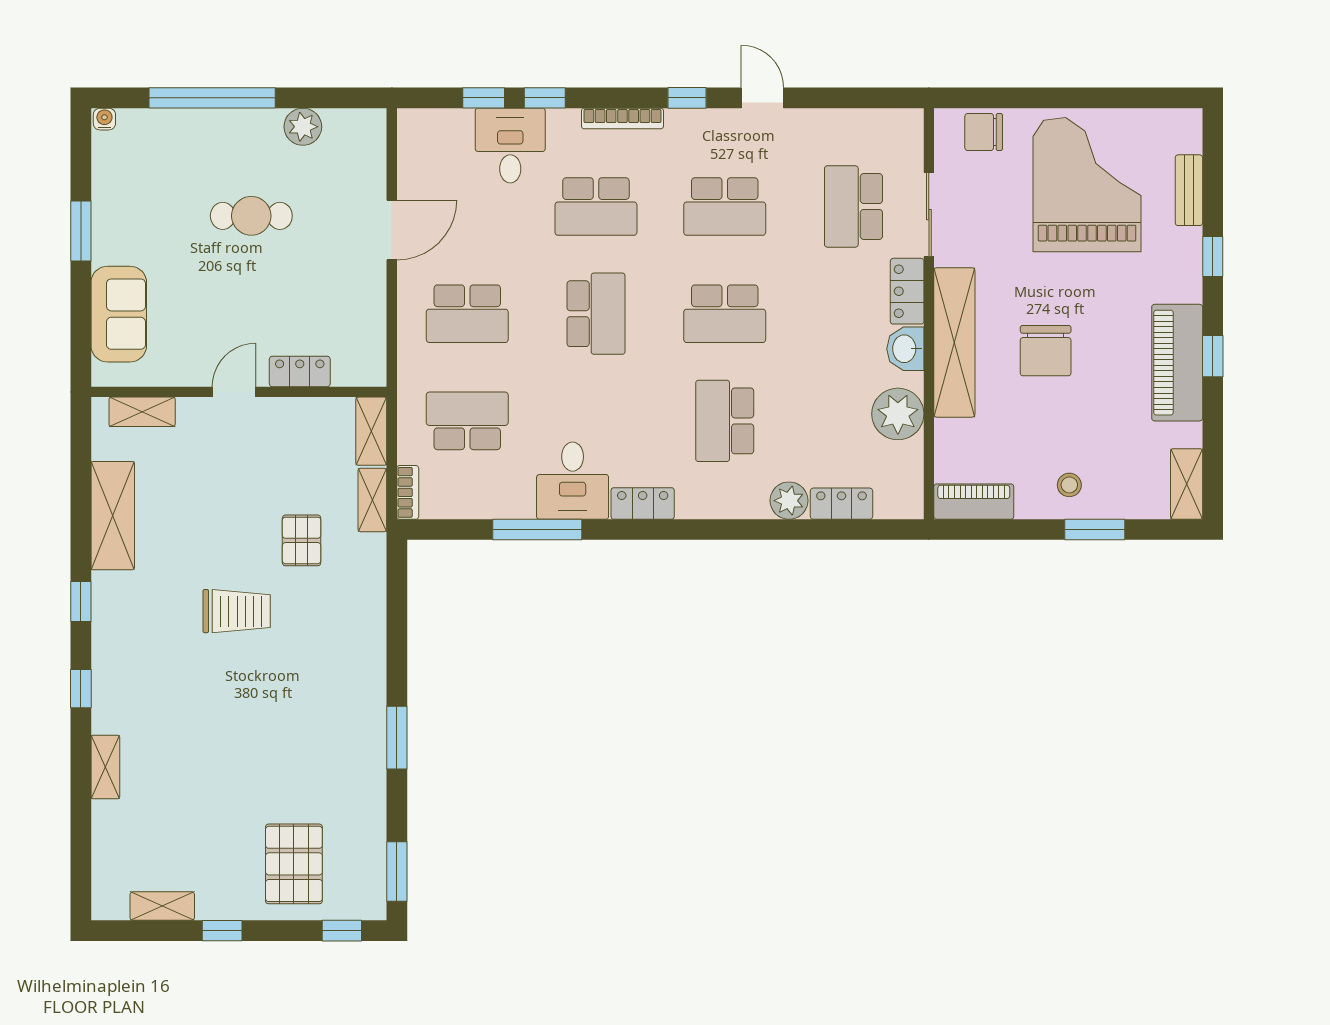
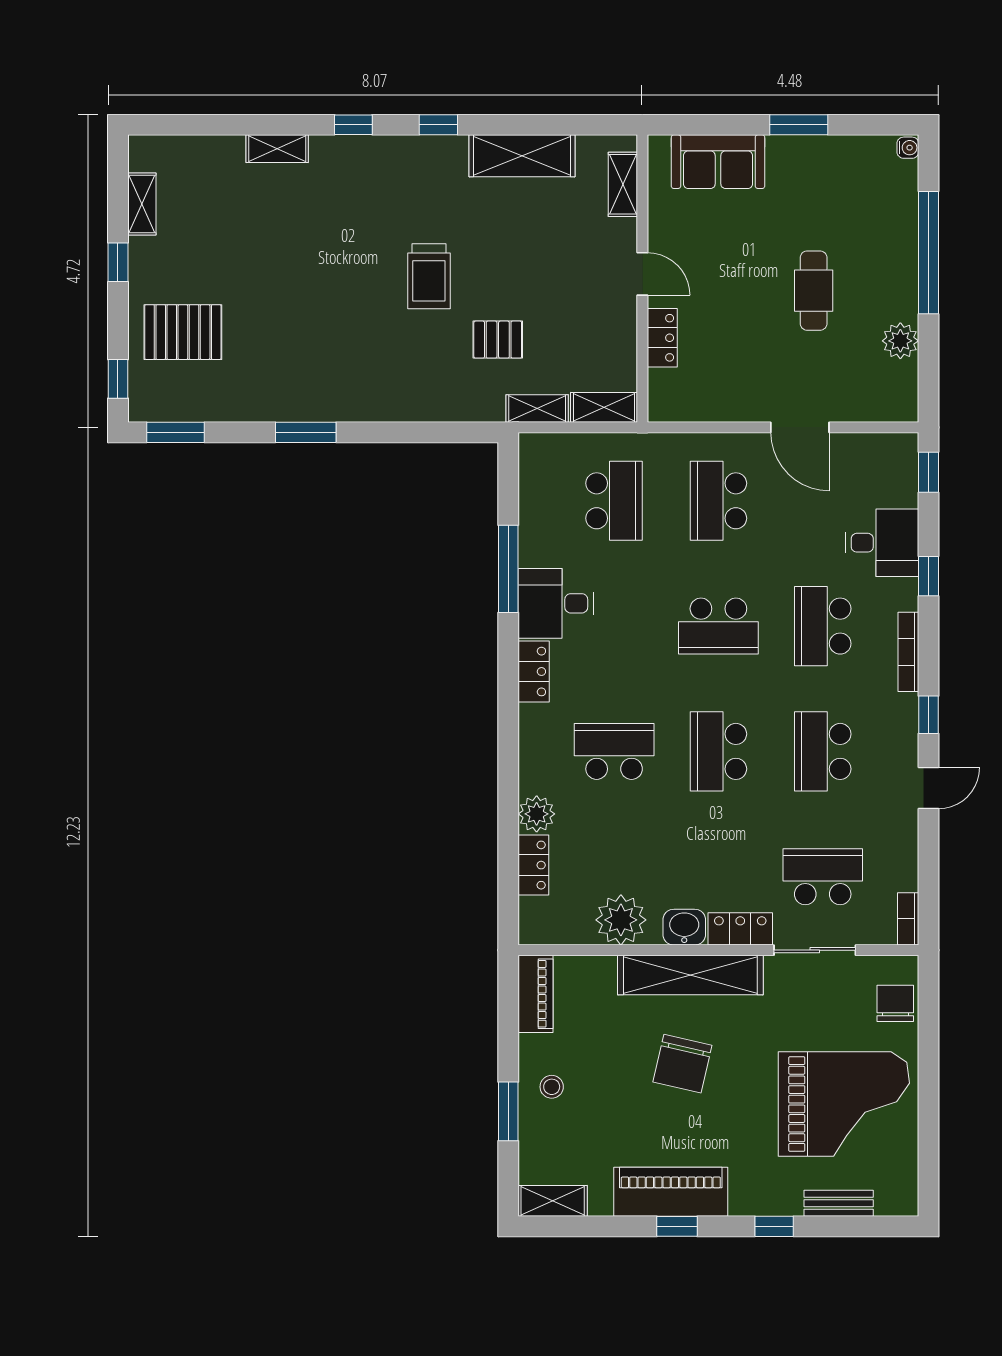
window: (484, 98) -> (928, 472), moved
chair: (1046, 351) -> (682, 1064), turned -77
bookcase: (408, 492) -> (908, 919), moved, turned 90

